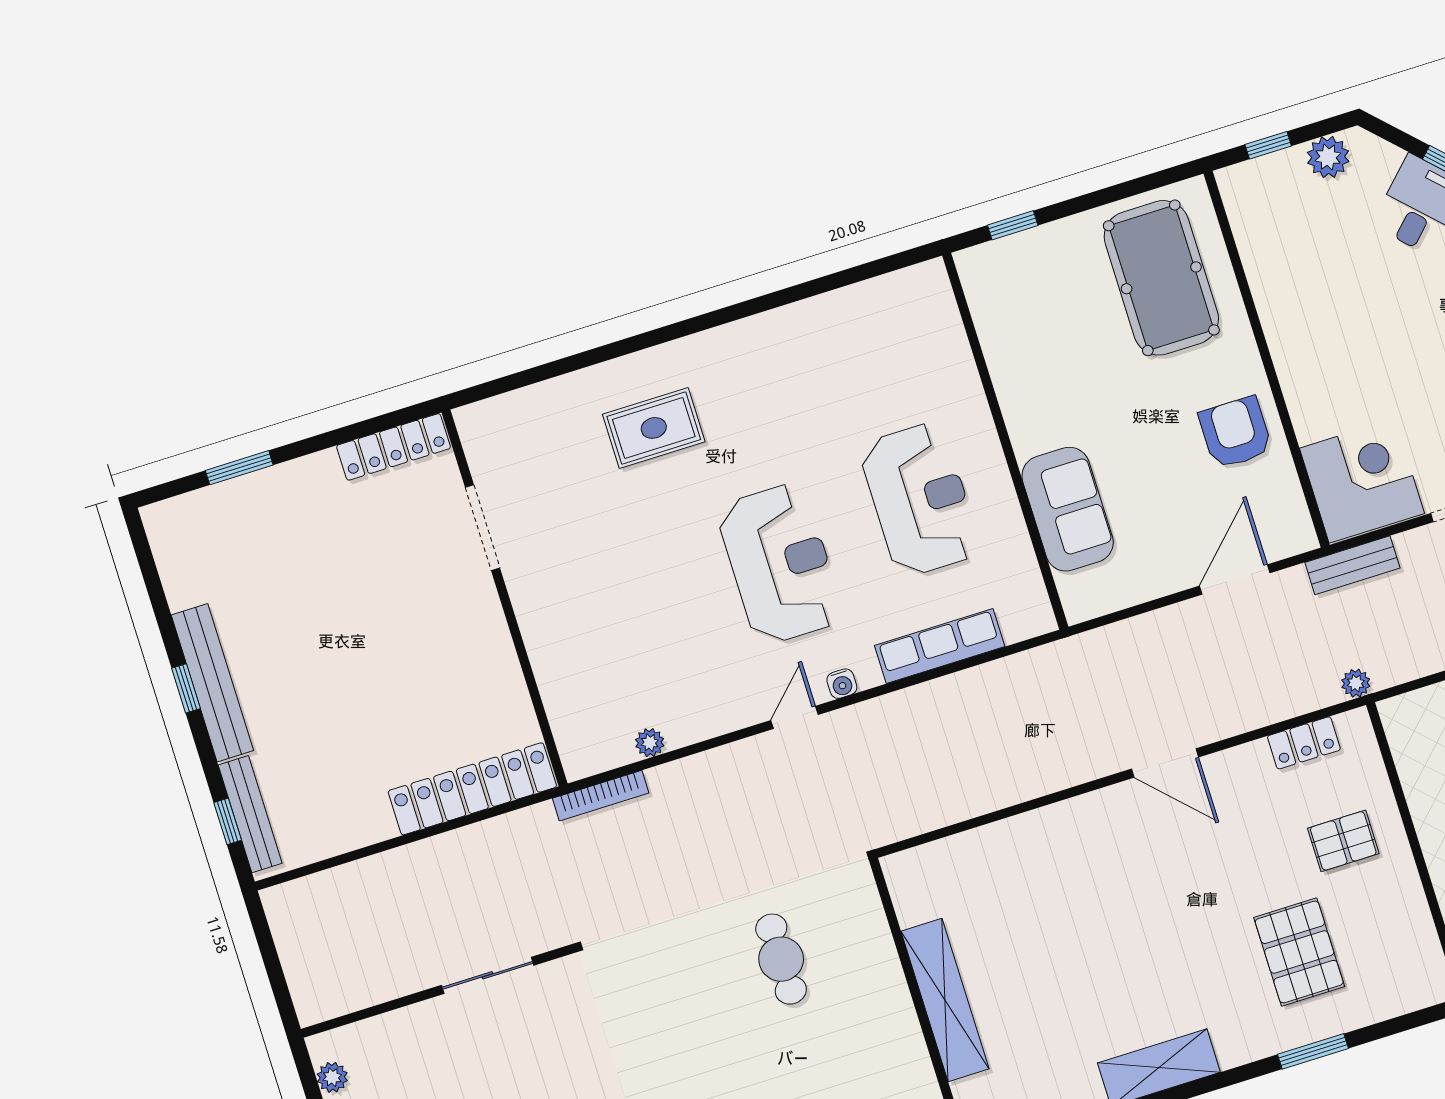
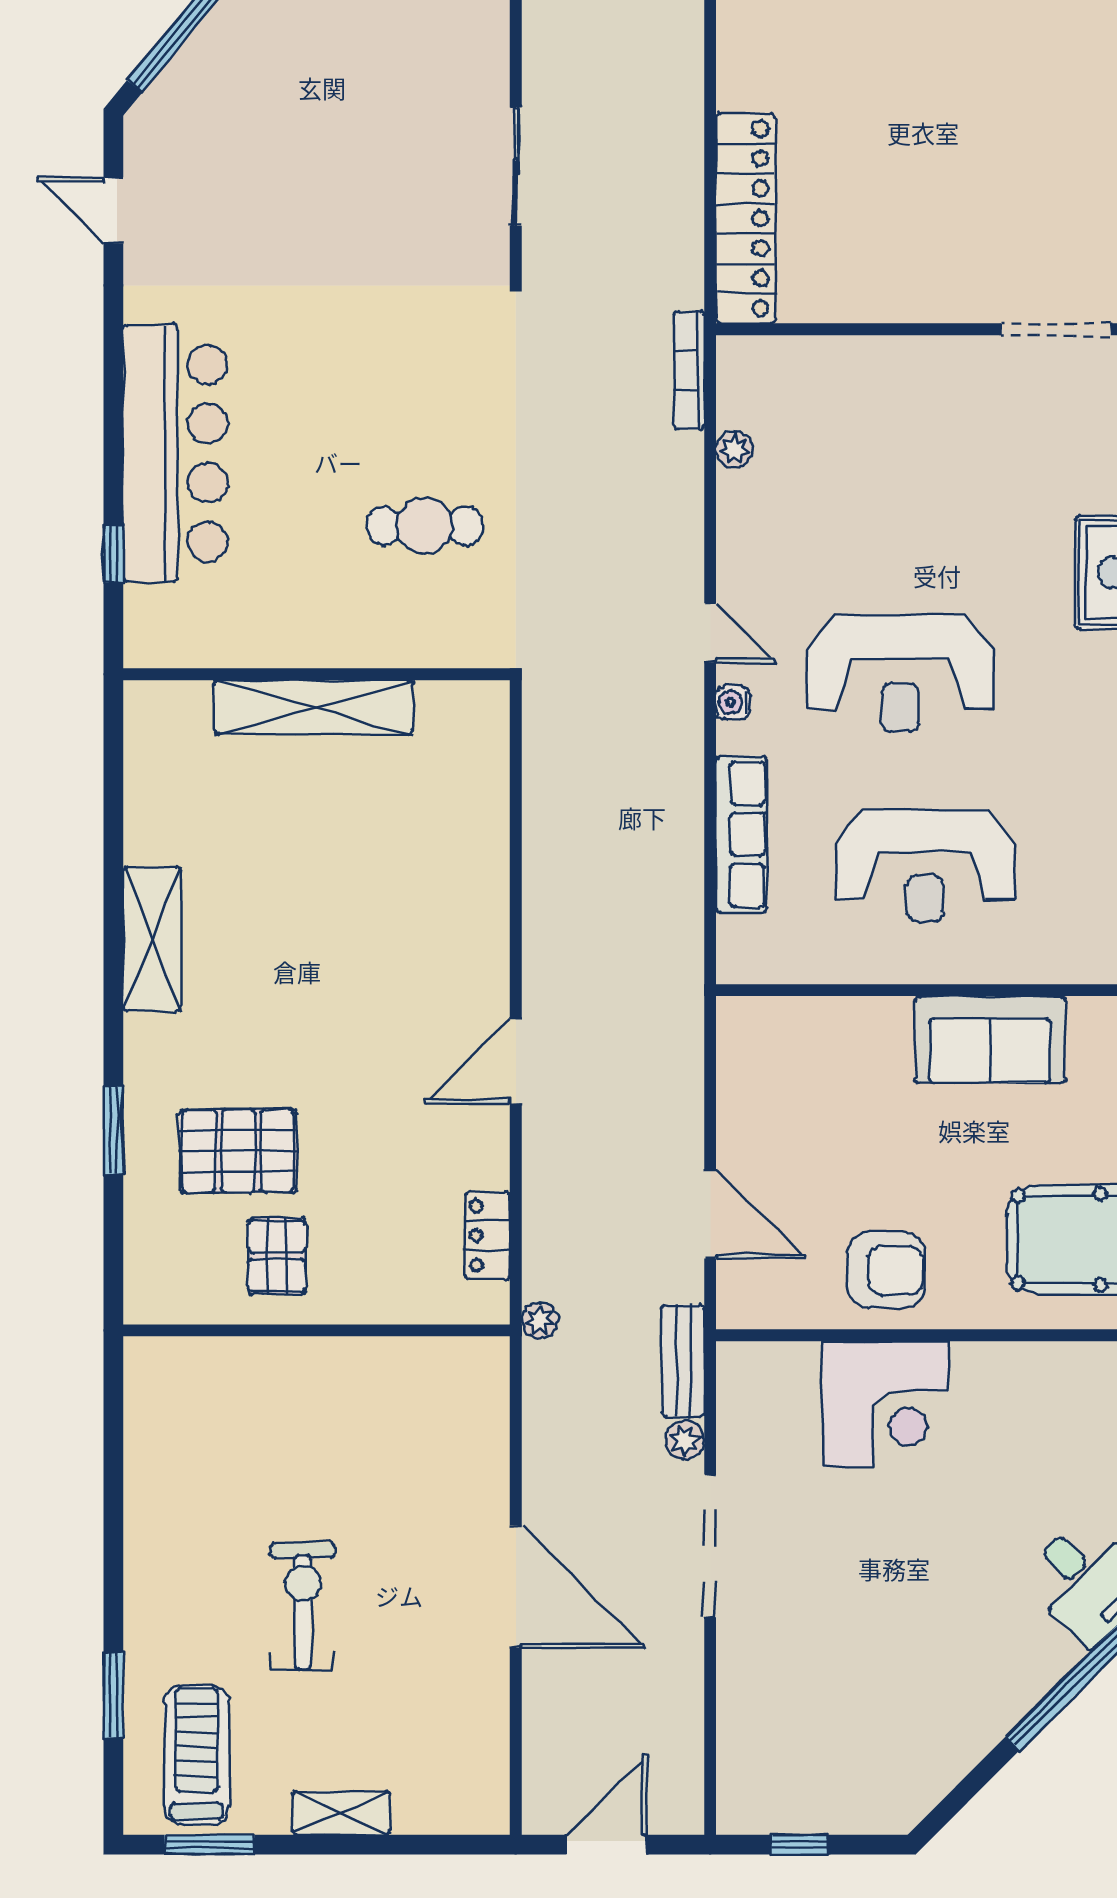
corner desk: (1362, 481) -> (886, 1404), moved
sofa: (1068, 509) -> (990, 1039), moved
plant: (1412, 545) -> (685, 1440), added
pallet: (1343, 841) -> (277, 1256), moved

